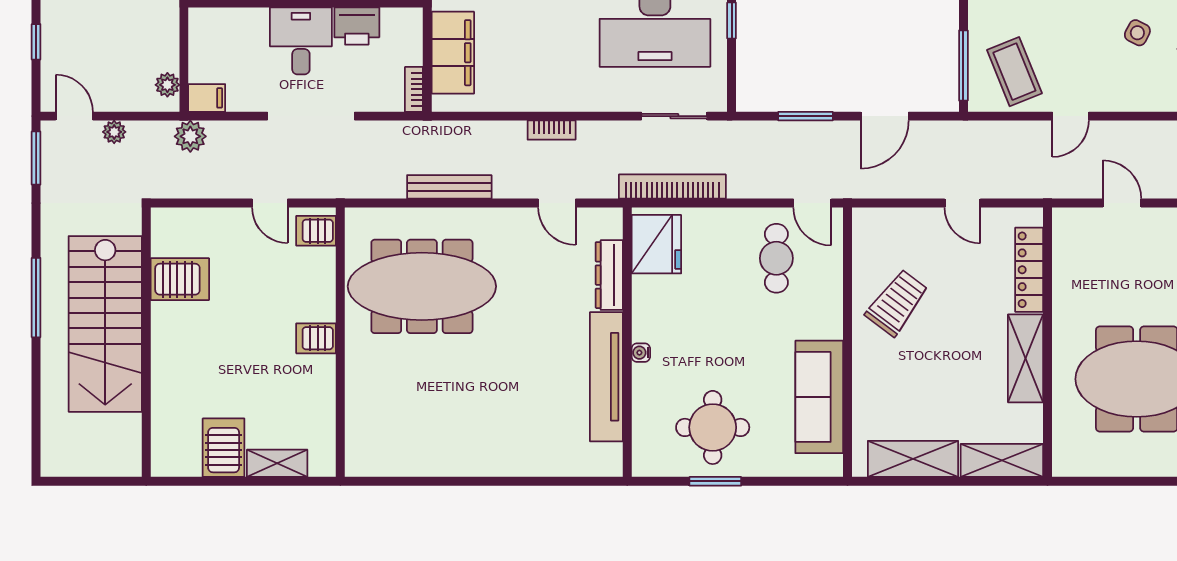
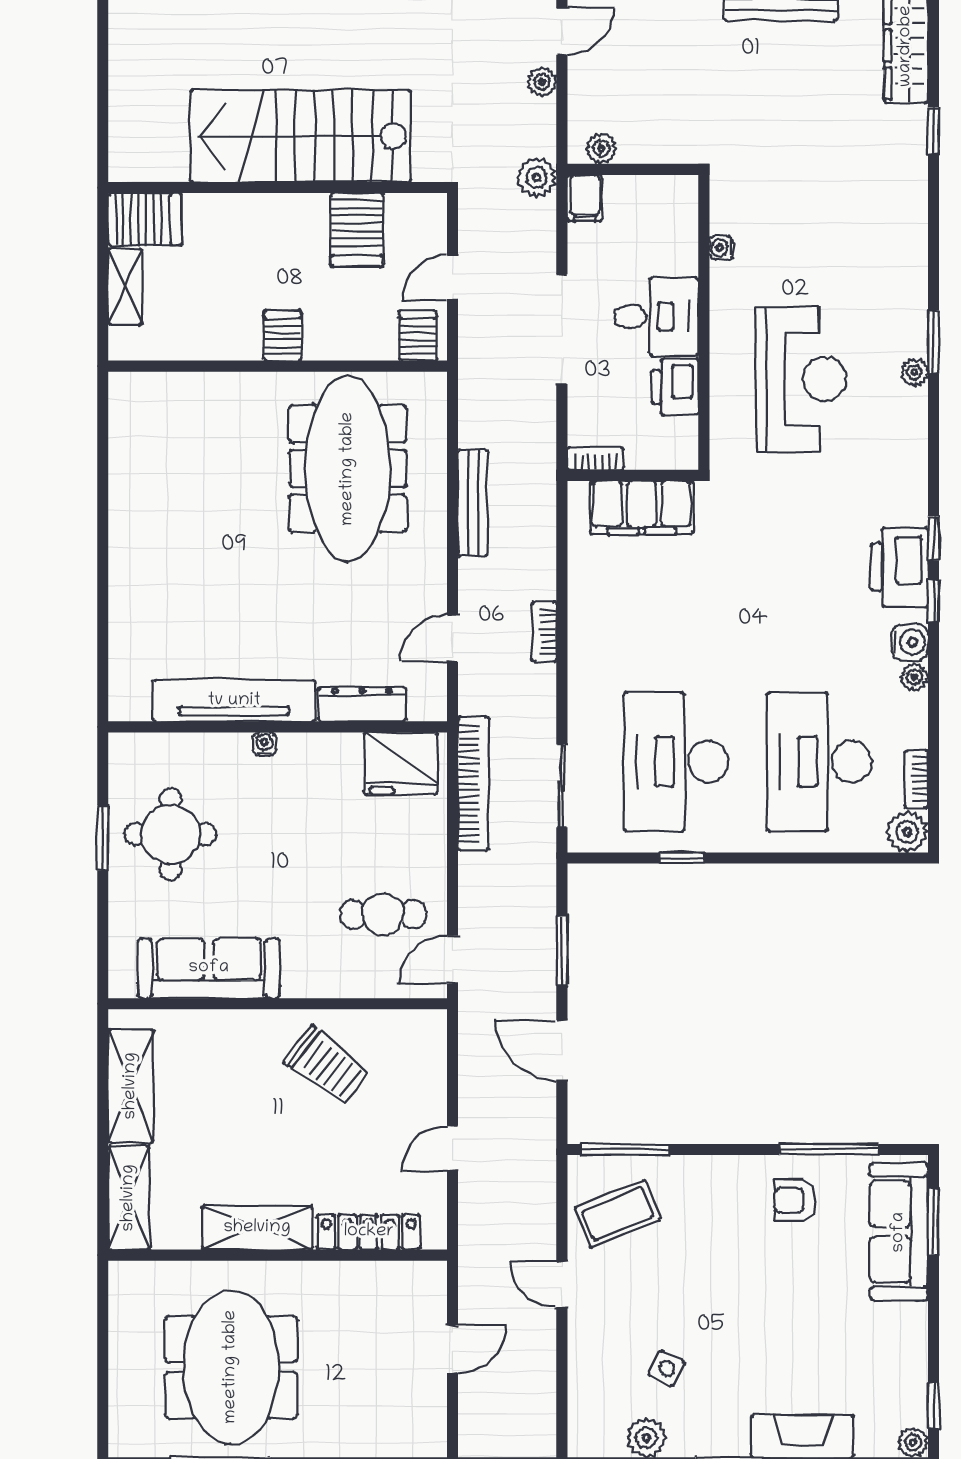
server rack: (180, 279) -> (357, 230), moved
stairs: (105, 324) -> (301, 136), moved
wall: (146, 342) -> (278, 188), moved

